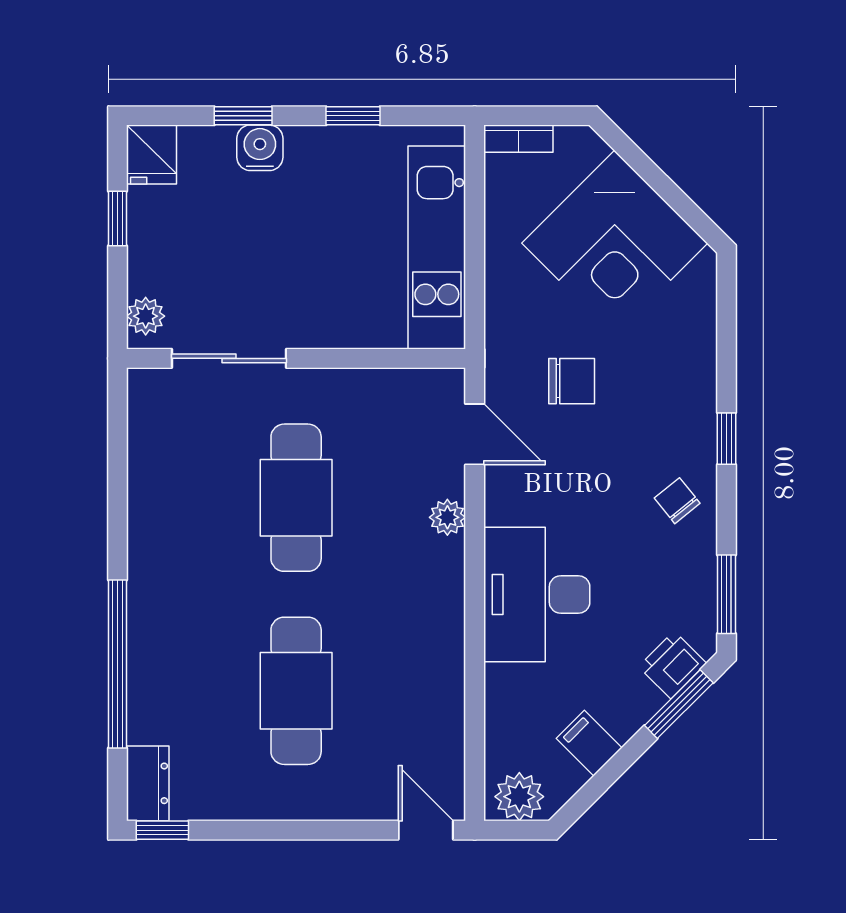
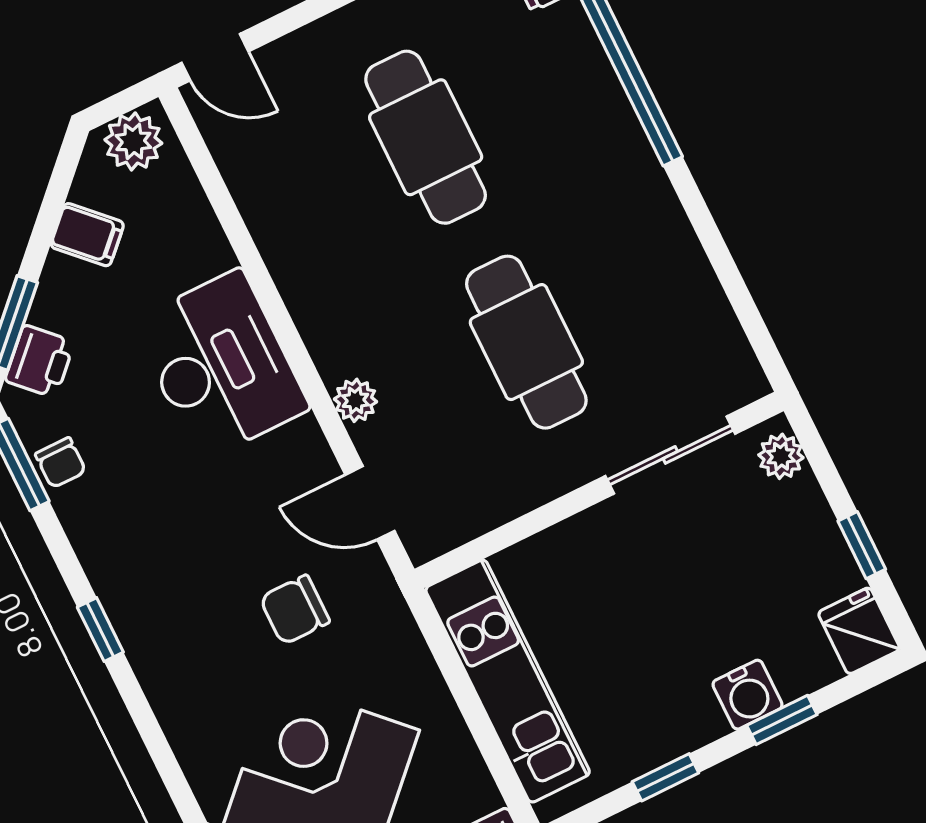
chair: (677, 501) -> (61, 463), moved, turned 39

